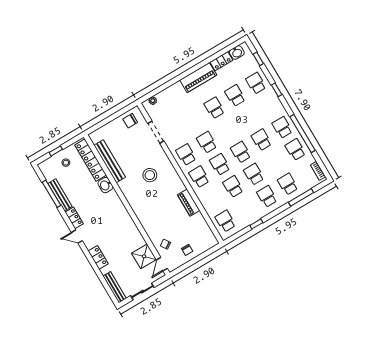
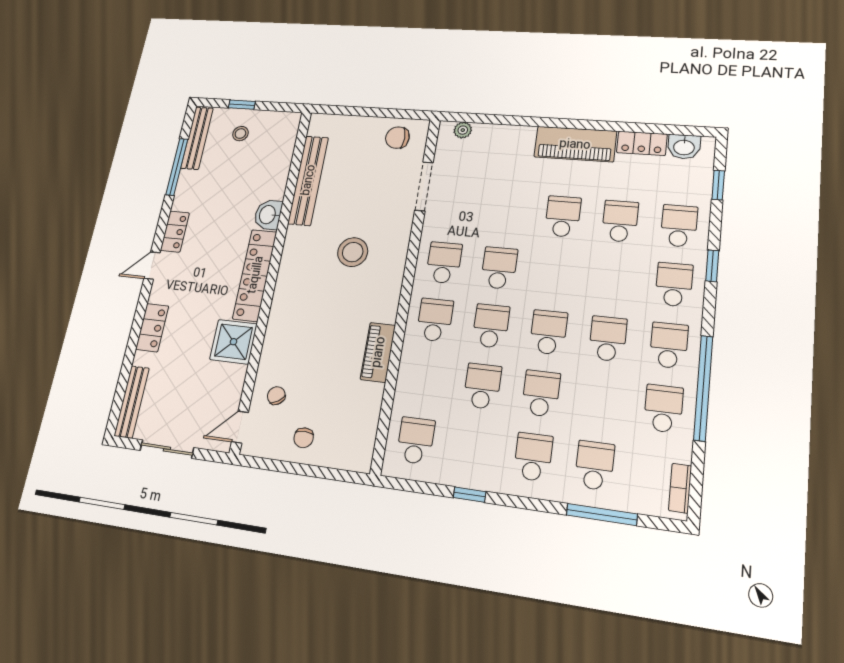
school desk: (269, 105) -> (674, 284), added
locker: (91, 160) -> (255, 275), moved
bench: (60, 195) -> (197, 138), moved
door: (77, 237) -> (152, 266), hinge flipped
shower: (144, 256) -> (233, 342), moved

